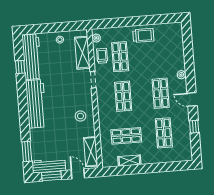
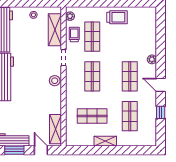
stool: (80, 116) -> (55, 81), moved
shelving: (129, 161) -> (105, 141), moved

